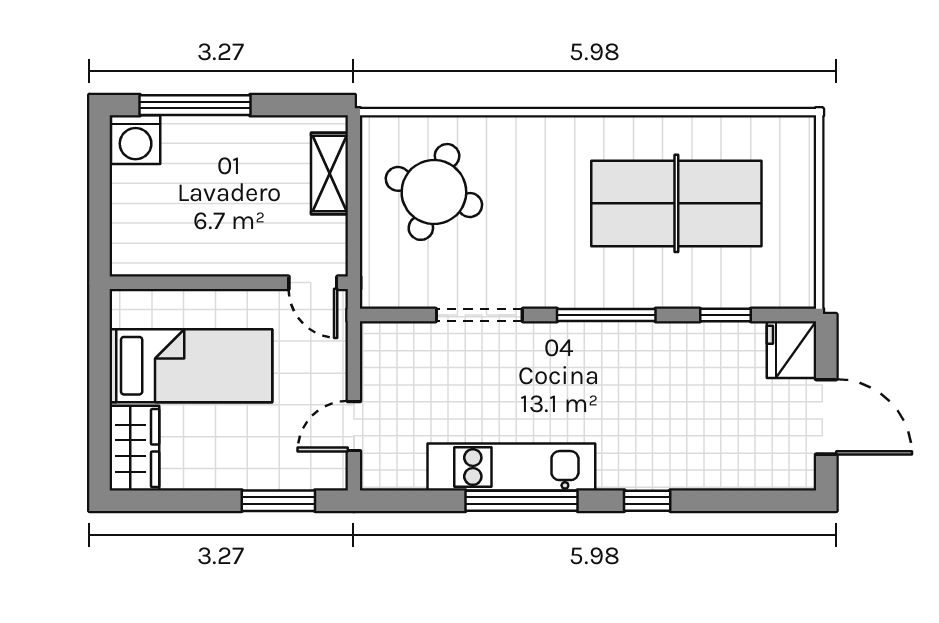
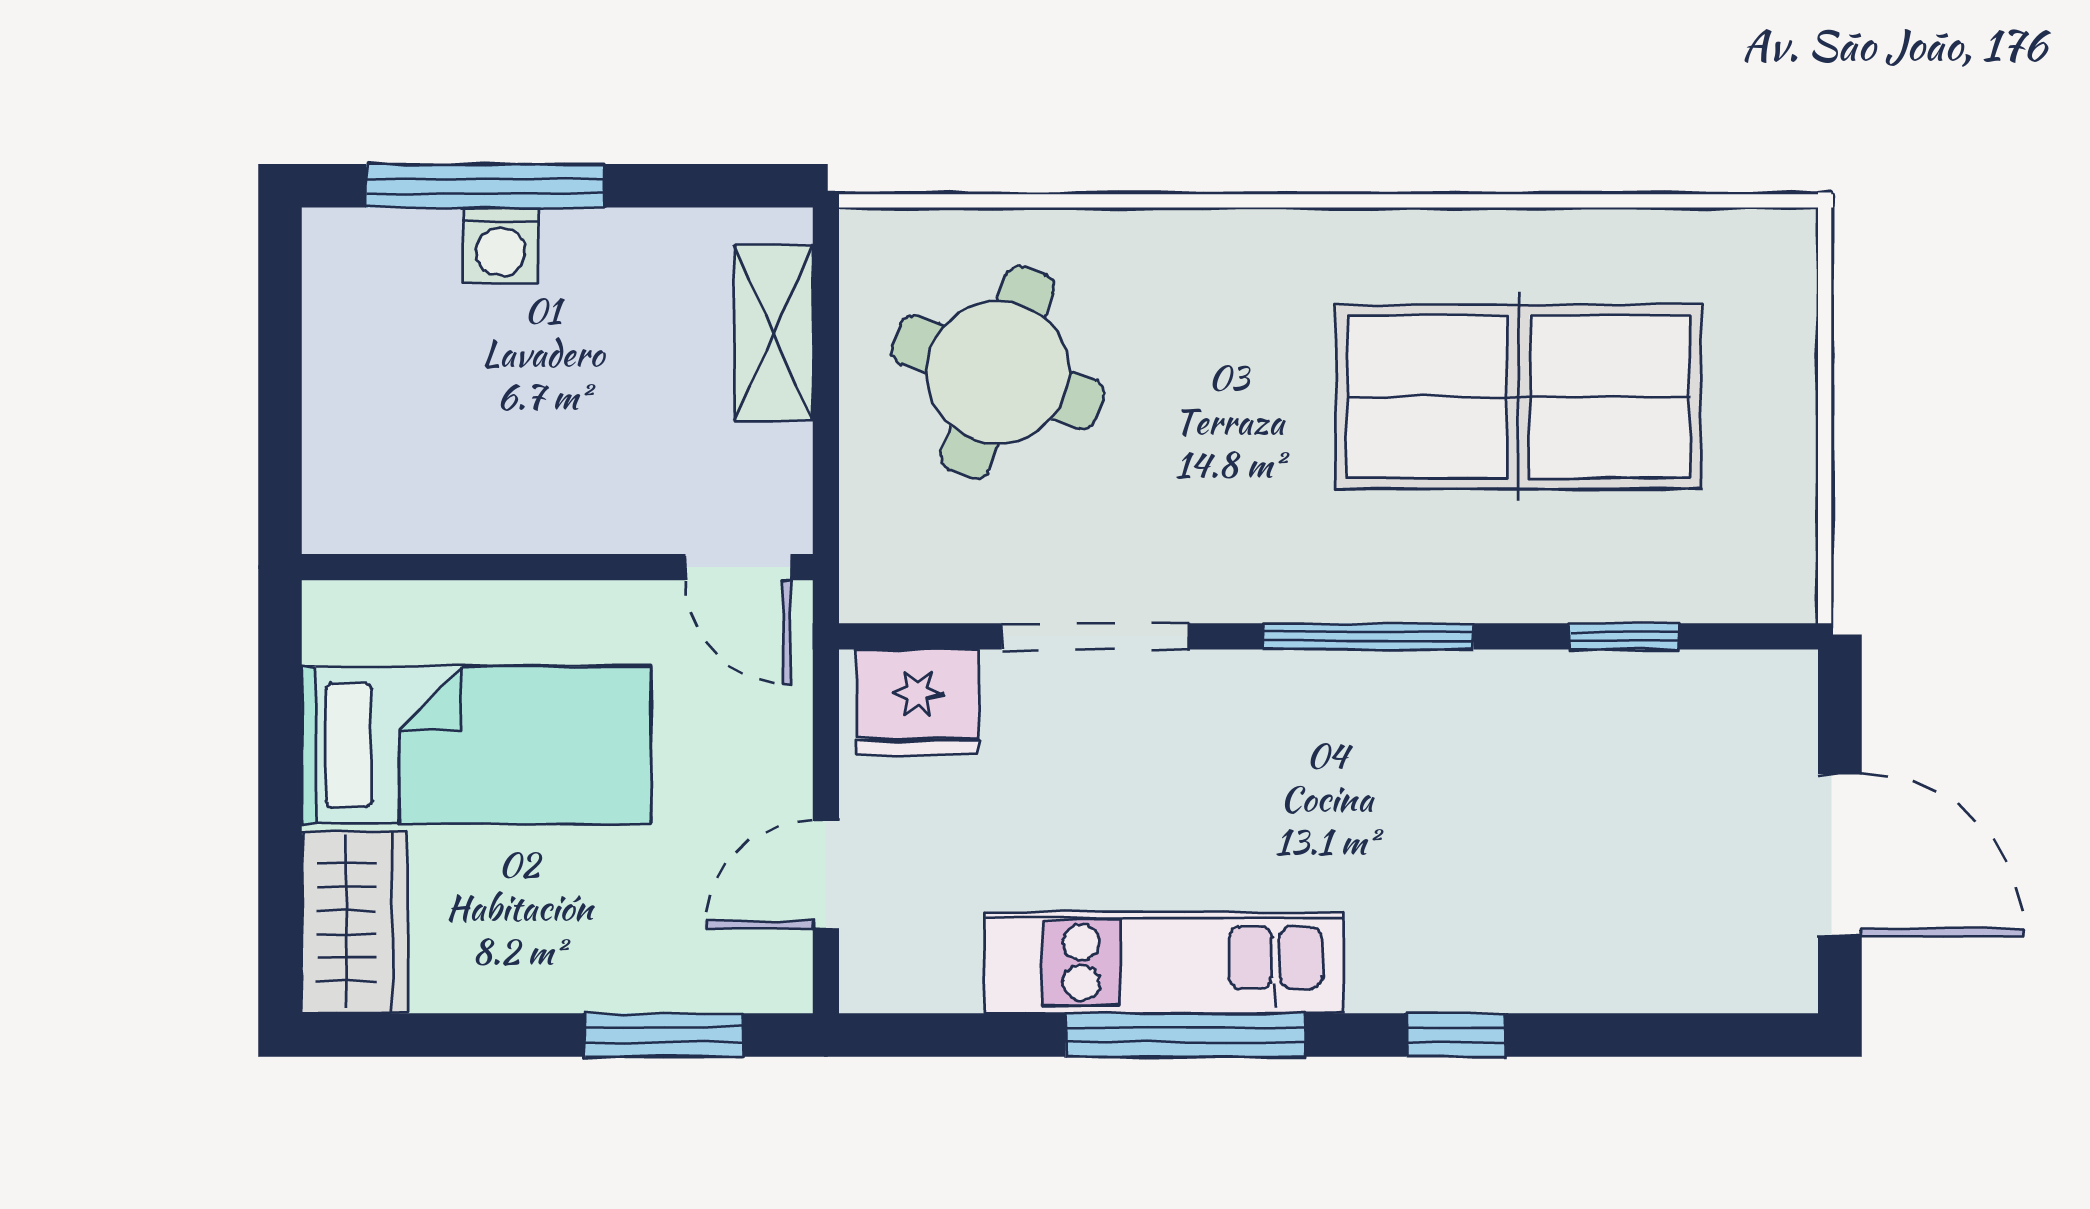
washing machine: (136, 140) -> (501, 246), moved, width x0.73, depth x0.73
fridge: (791, 350) -> (918, 702), moved, turned -90

